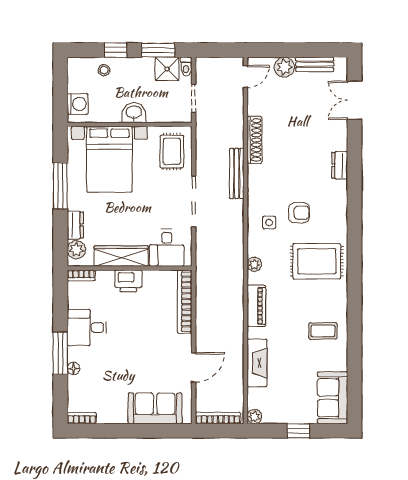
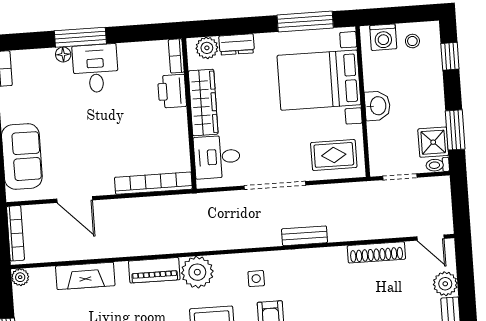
window: (116, 50) -> (450, 56), moved
stool: (104, 70) -> (412, 41), moved
shoe rack: (254, 140) -> (376, 252), moved
bench: (237, 173) -> (304, 236), width x0.73
window: (60, 186) -> (305, 22), moved
plant: (254, 264) -> (197, 272), width x1.88, depth x1.88
printer: (128, 281) -> (172, 91), moved
desk: (87, 328) -> (95, 68), moved

